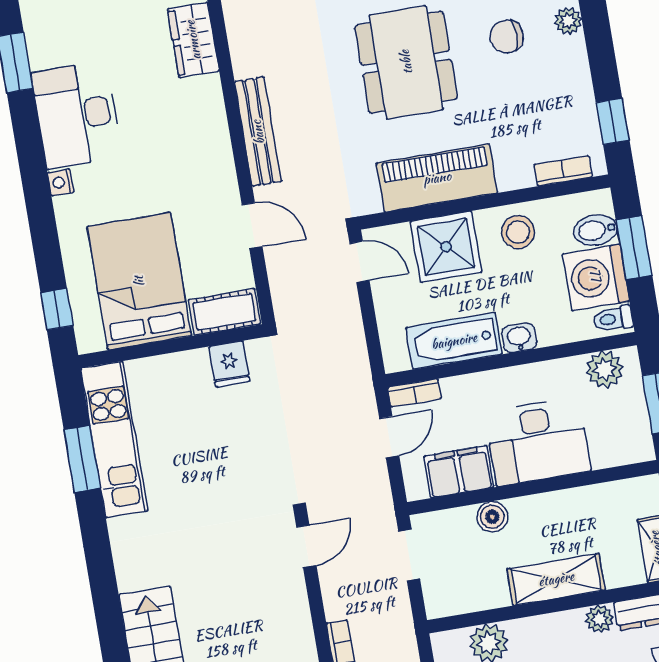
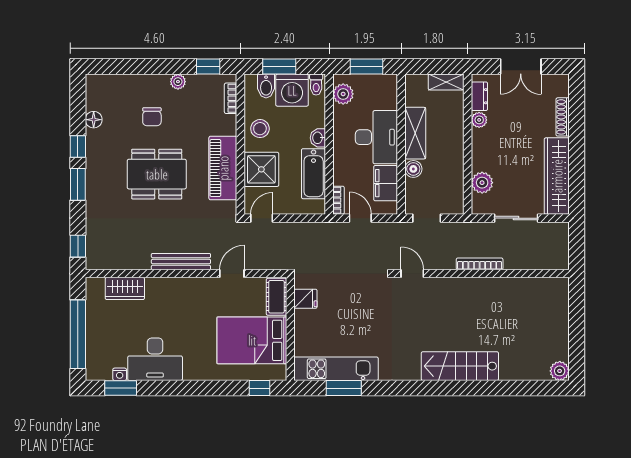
plant: (568, 21) -> (178, 82), moved
nightstand: (61, 182) -> (120, 374), moved
shelving: (556, 579) -> (415, 133), moved

